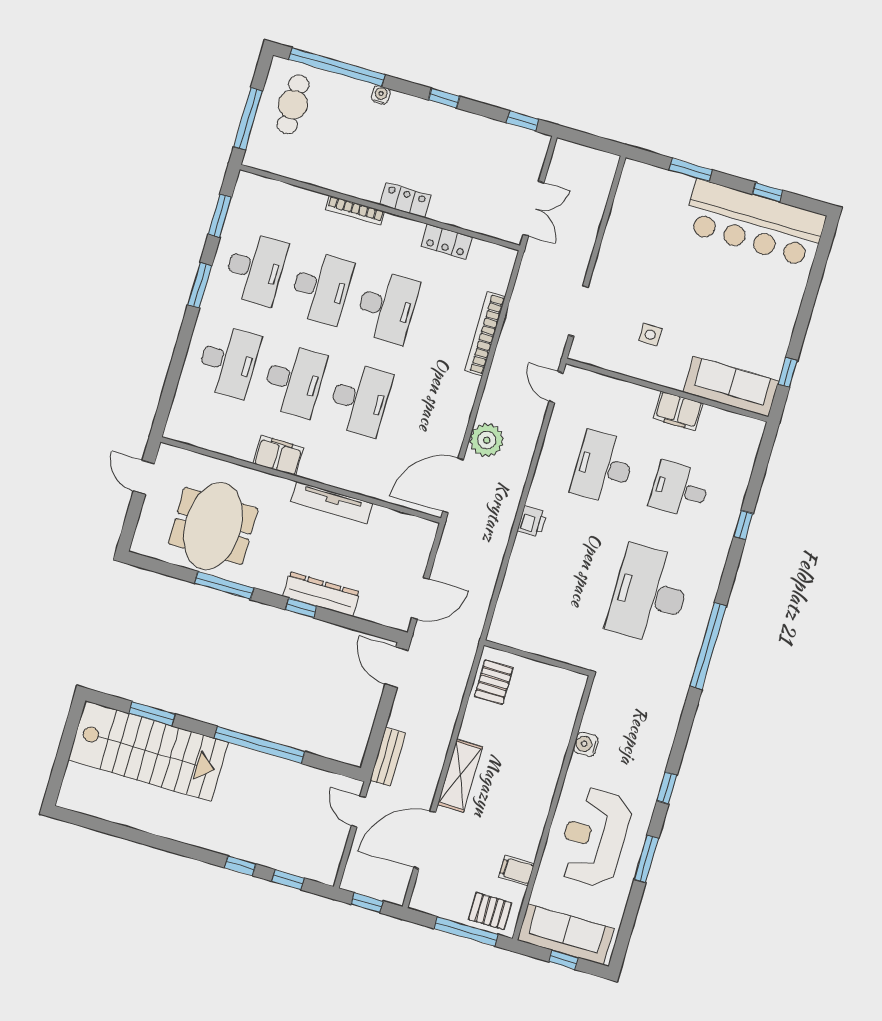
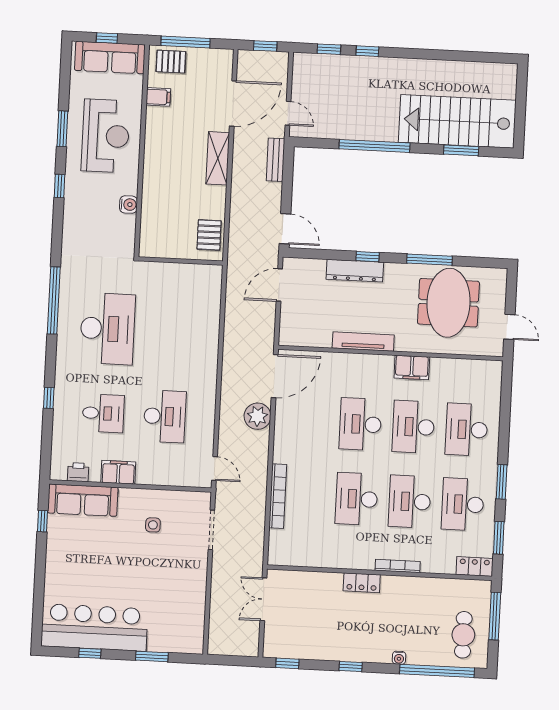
locker: (447, 242) -> (475, 566), moved
printer: (532, 521) -> (78, 472), moved, turned 90

